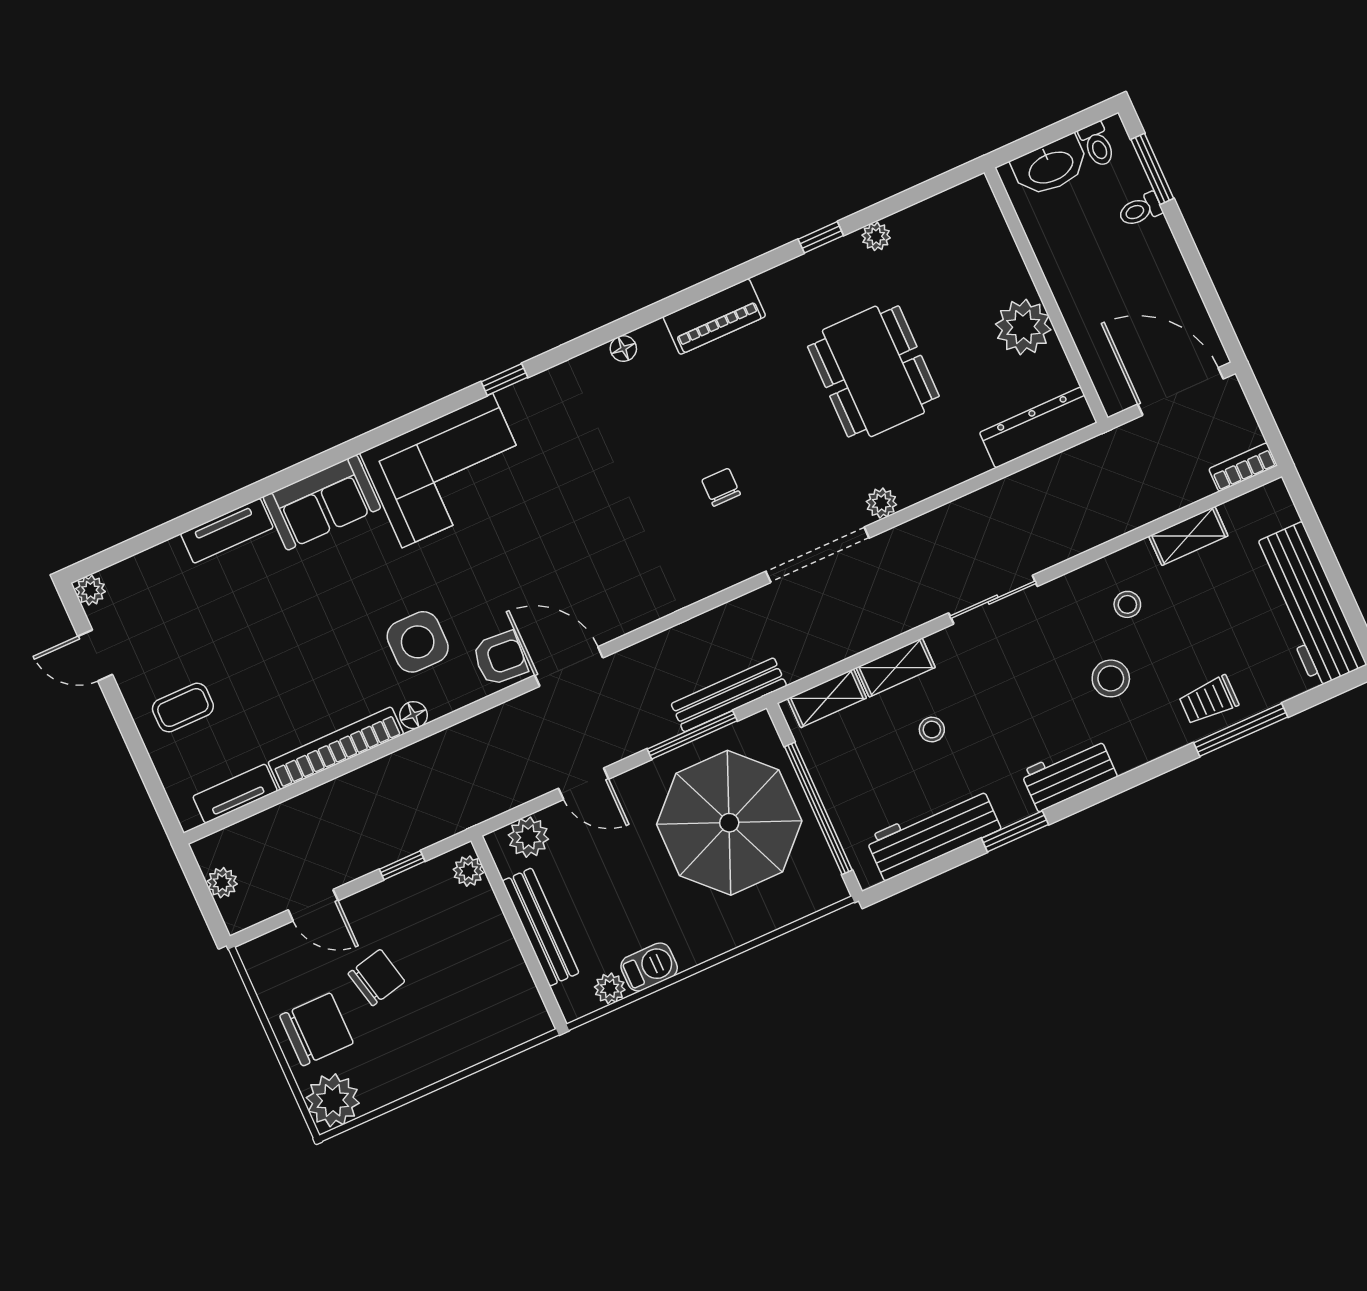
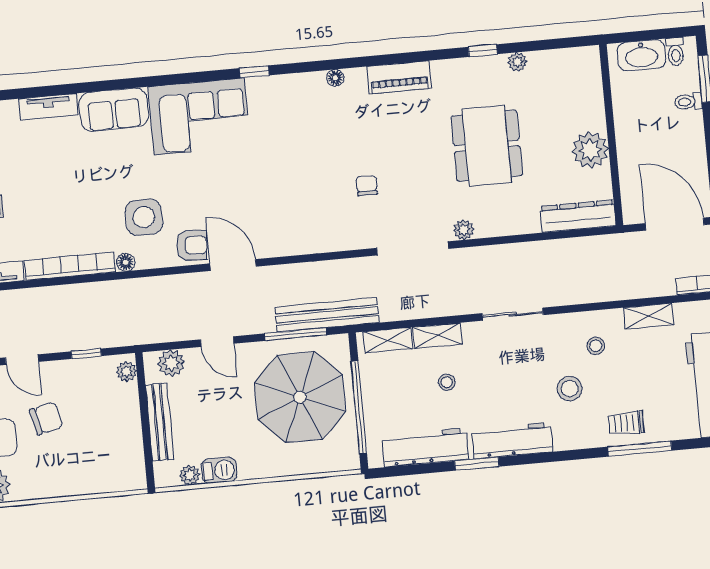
bench: (729, 695) -> (327, 315), width x1.37, depth x1.21
workbench: (1069, 774) -> (512, 441), width x1.38

